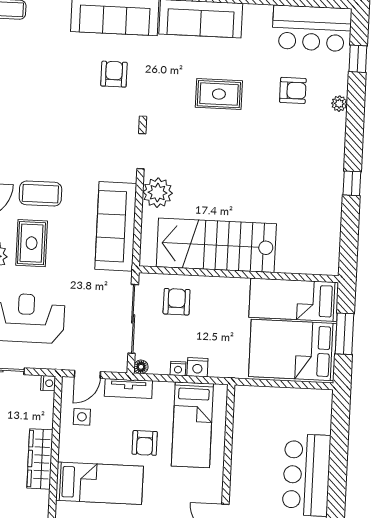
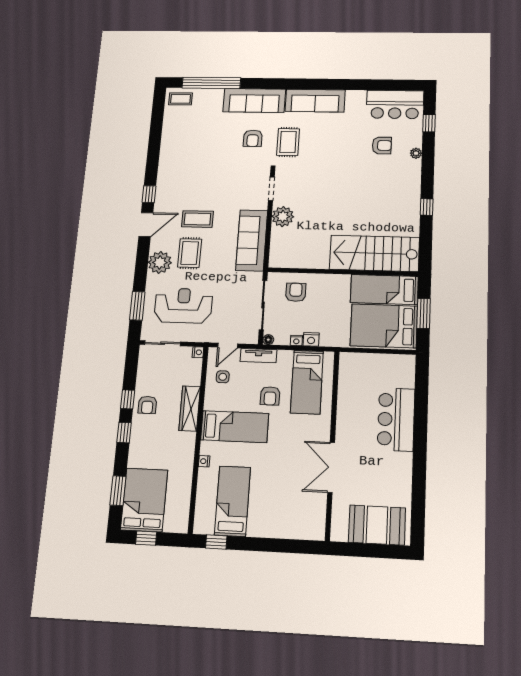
armchair: (114, 74) -> (253, 138), turned 180
rug: (219, 94) -> (288, 142), moved, turned 90
stairs: (216, 245) -> (374, 253), moved

